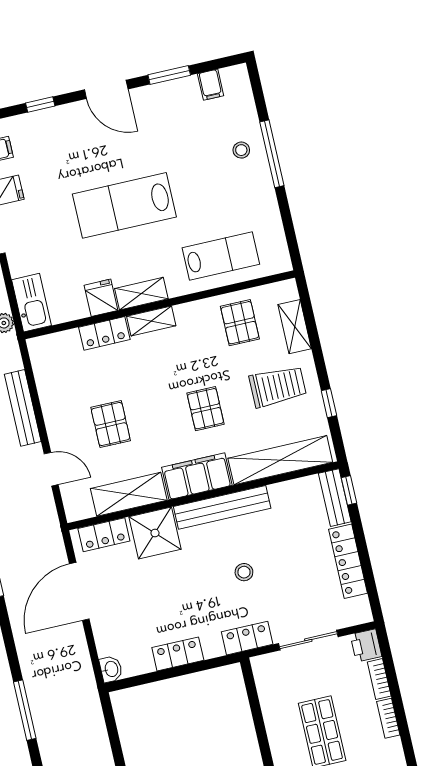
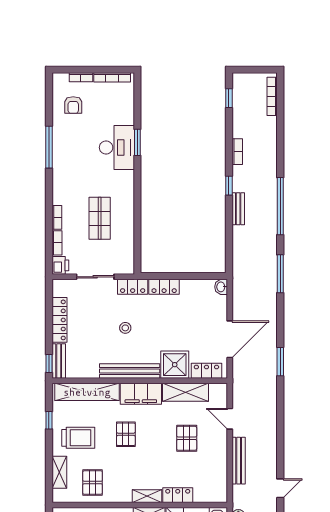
trolley: (278, 386) -> (78, 438), turned 180
locker: (178, 654) -> (164, 287), moved

